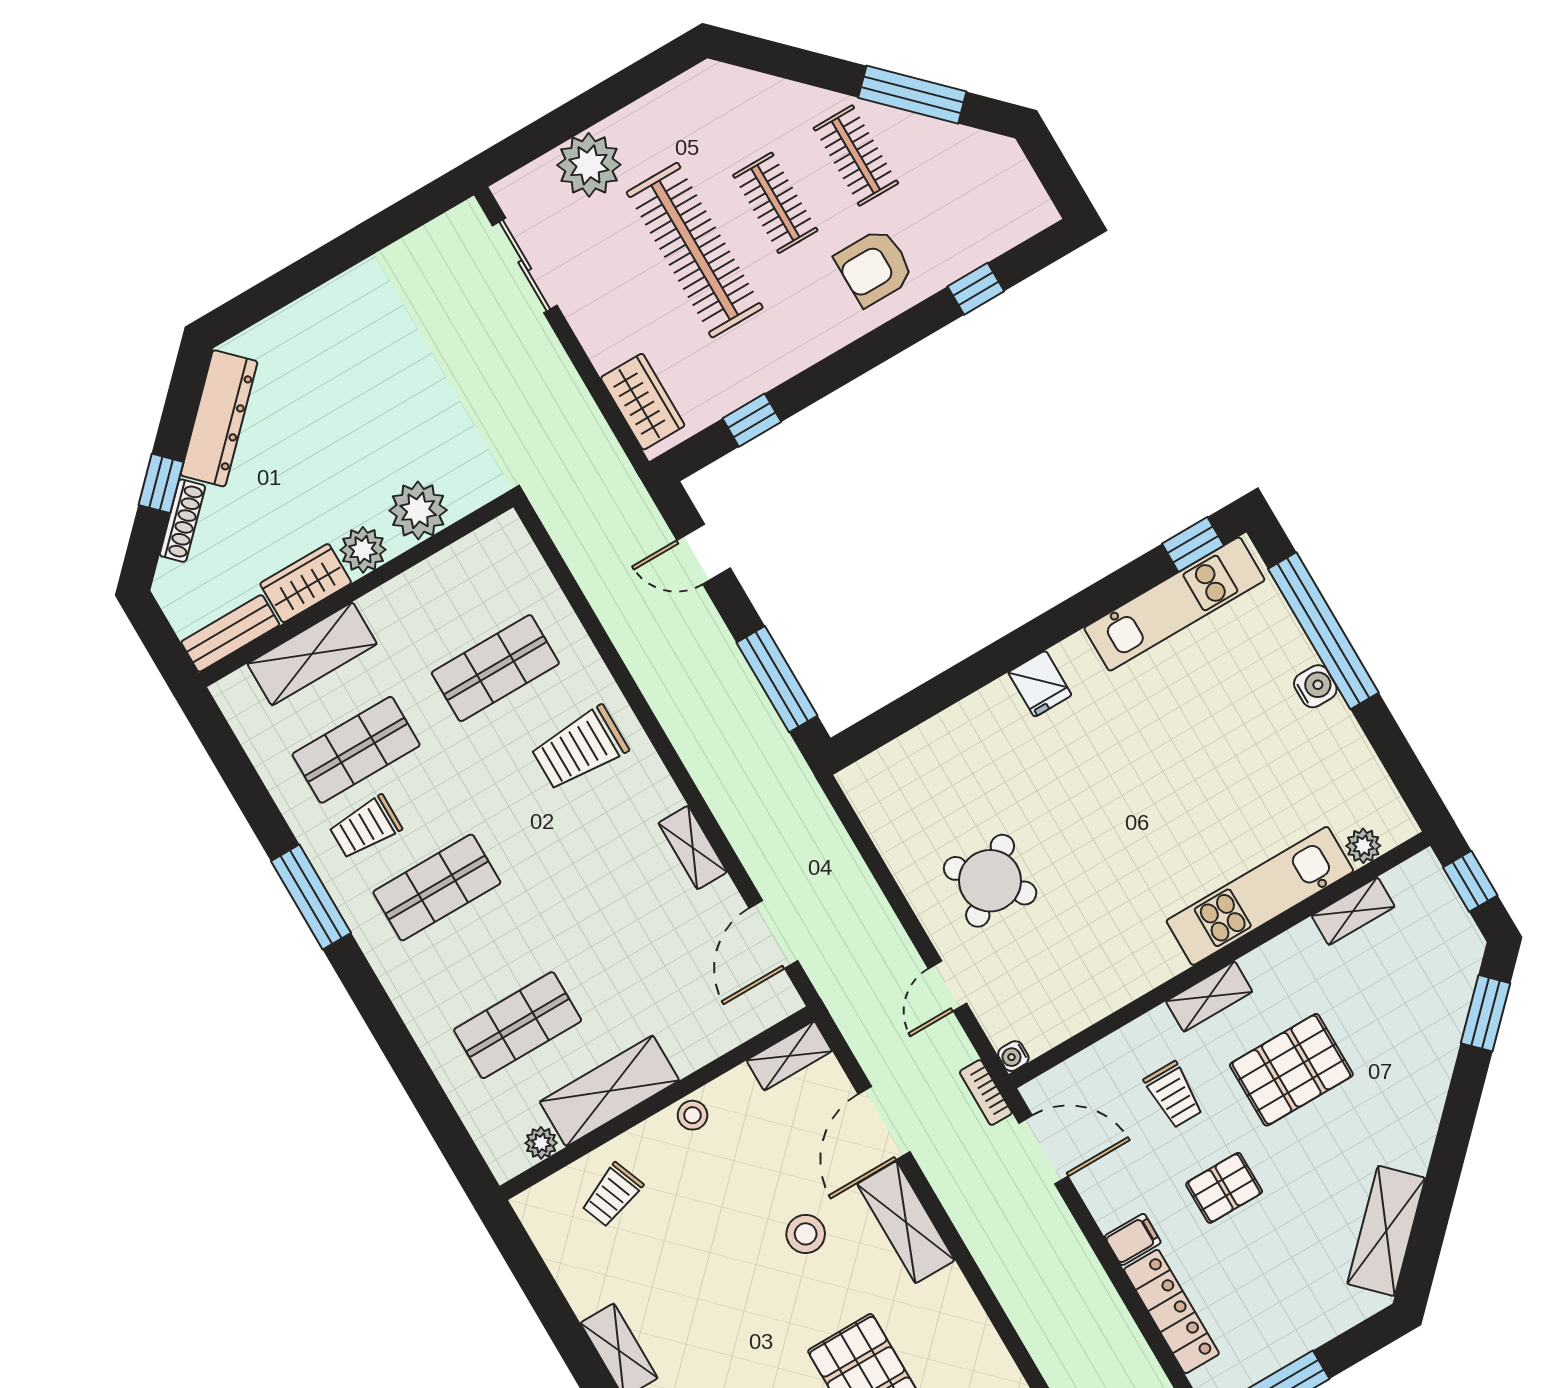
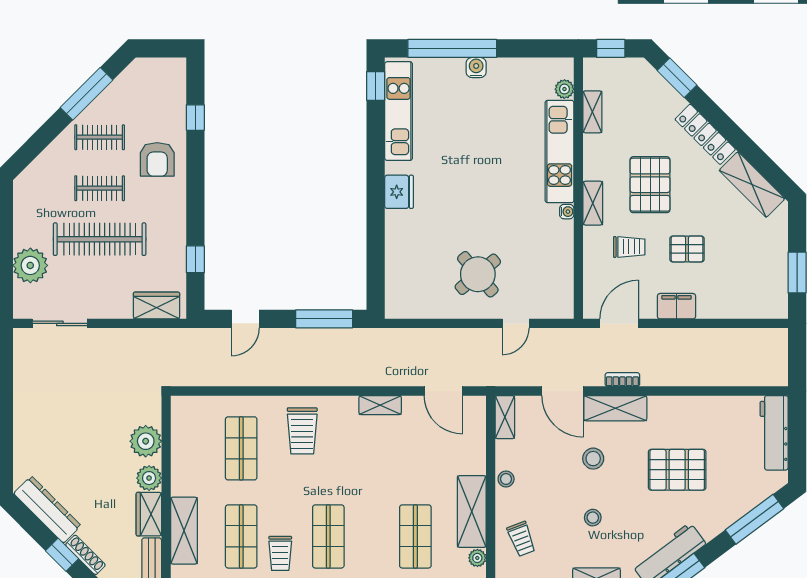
fridge: (1040, 684) -> (399, 192), width x1.38
door: (947, 986) -> (516, 323), hinge flipped
water cooler: (1013, 1056) -> (567, 212), moved, turned -90
bookcase: (986, 1093) -> (622, 380), moved, turned 180
pallet: (1224, 1188) -> (687, 249), turned 90
filing cabinet: (1133, 1239) -> (677, 306), width x2.00
stool: (712, 1288) -> (593, 518), added
locker: (1171, 1312) -> (705, 134), moved, turned -135

